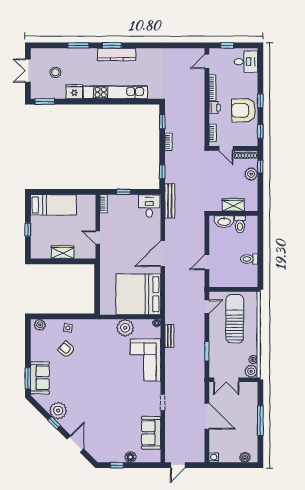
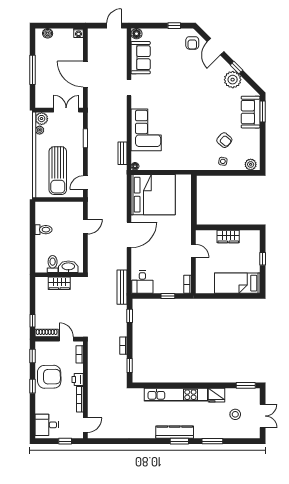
plant: (251, 174) -> (42, 314), removed
plant: (125, 328) -> (166, 162), removed
armchair: (99, 448) -> (192, 43), added
floor lamp: (130, 457) -> (136, 34), moved

